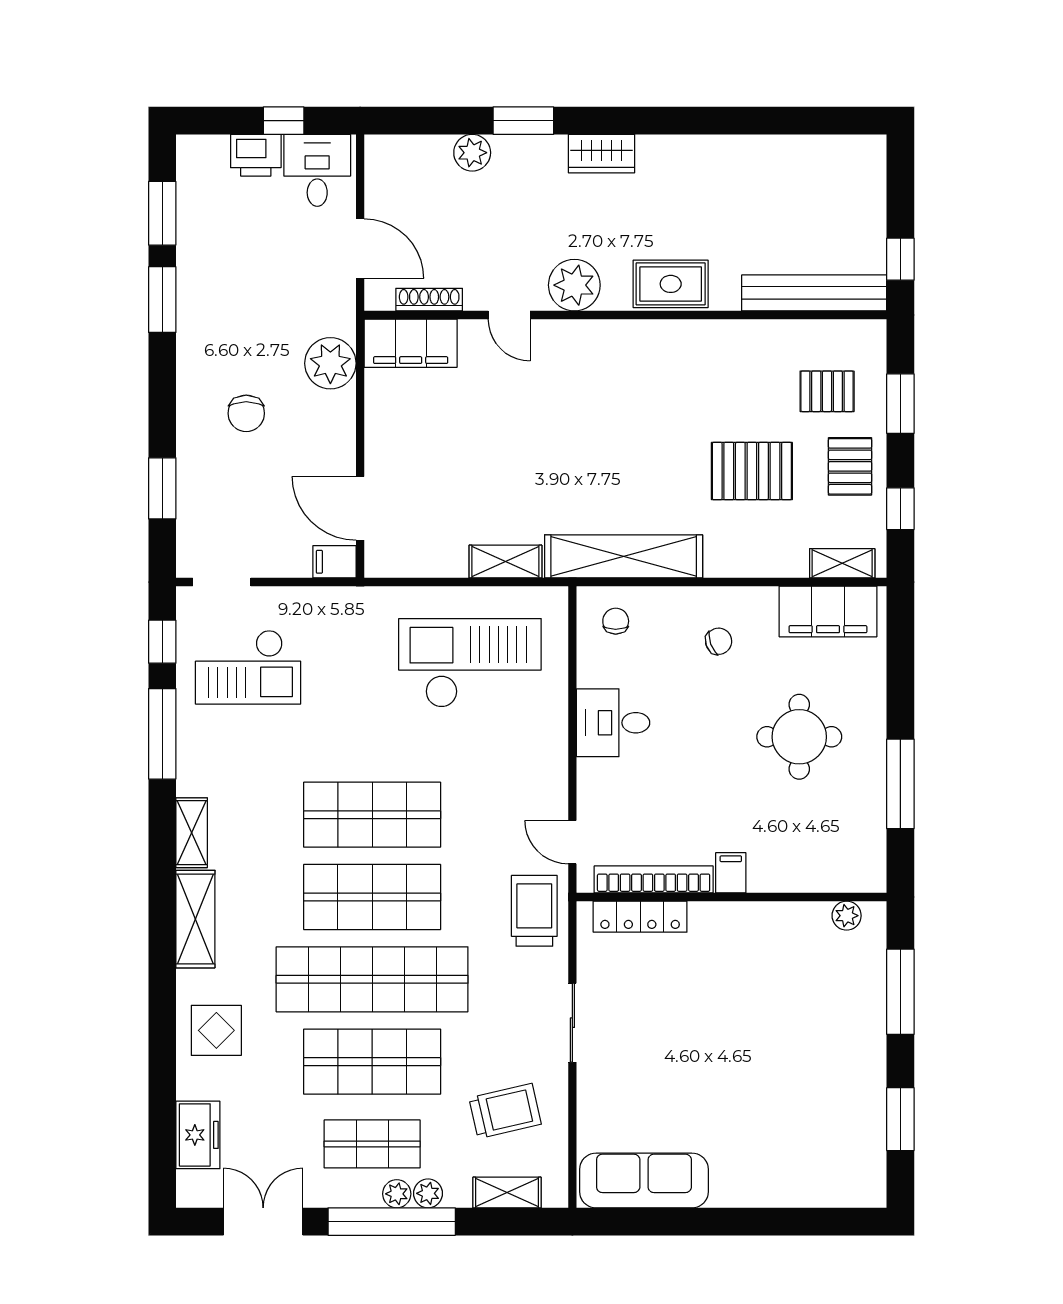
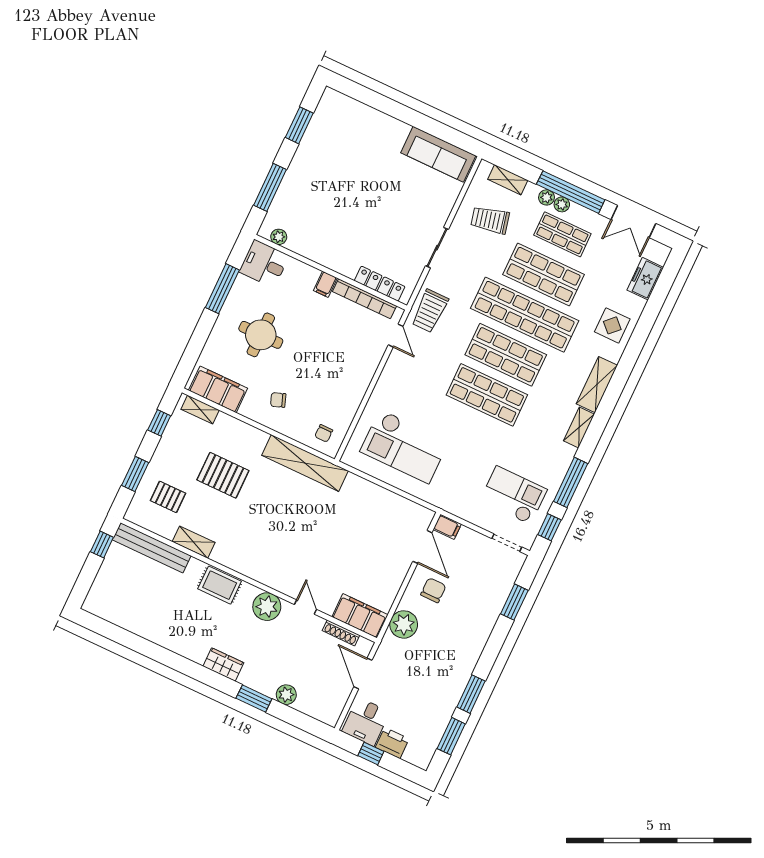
chair: (246, 413) -> (433, 590), moved
pallet: (850, 466) -> (174, 455), removed
shelving: (505, 562) -> (194, 542), moved
desk: (613, 723) -> (264, 264), moved, turned 180

